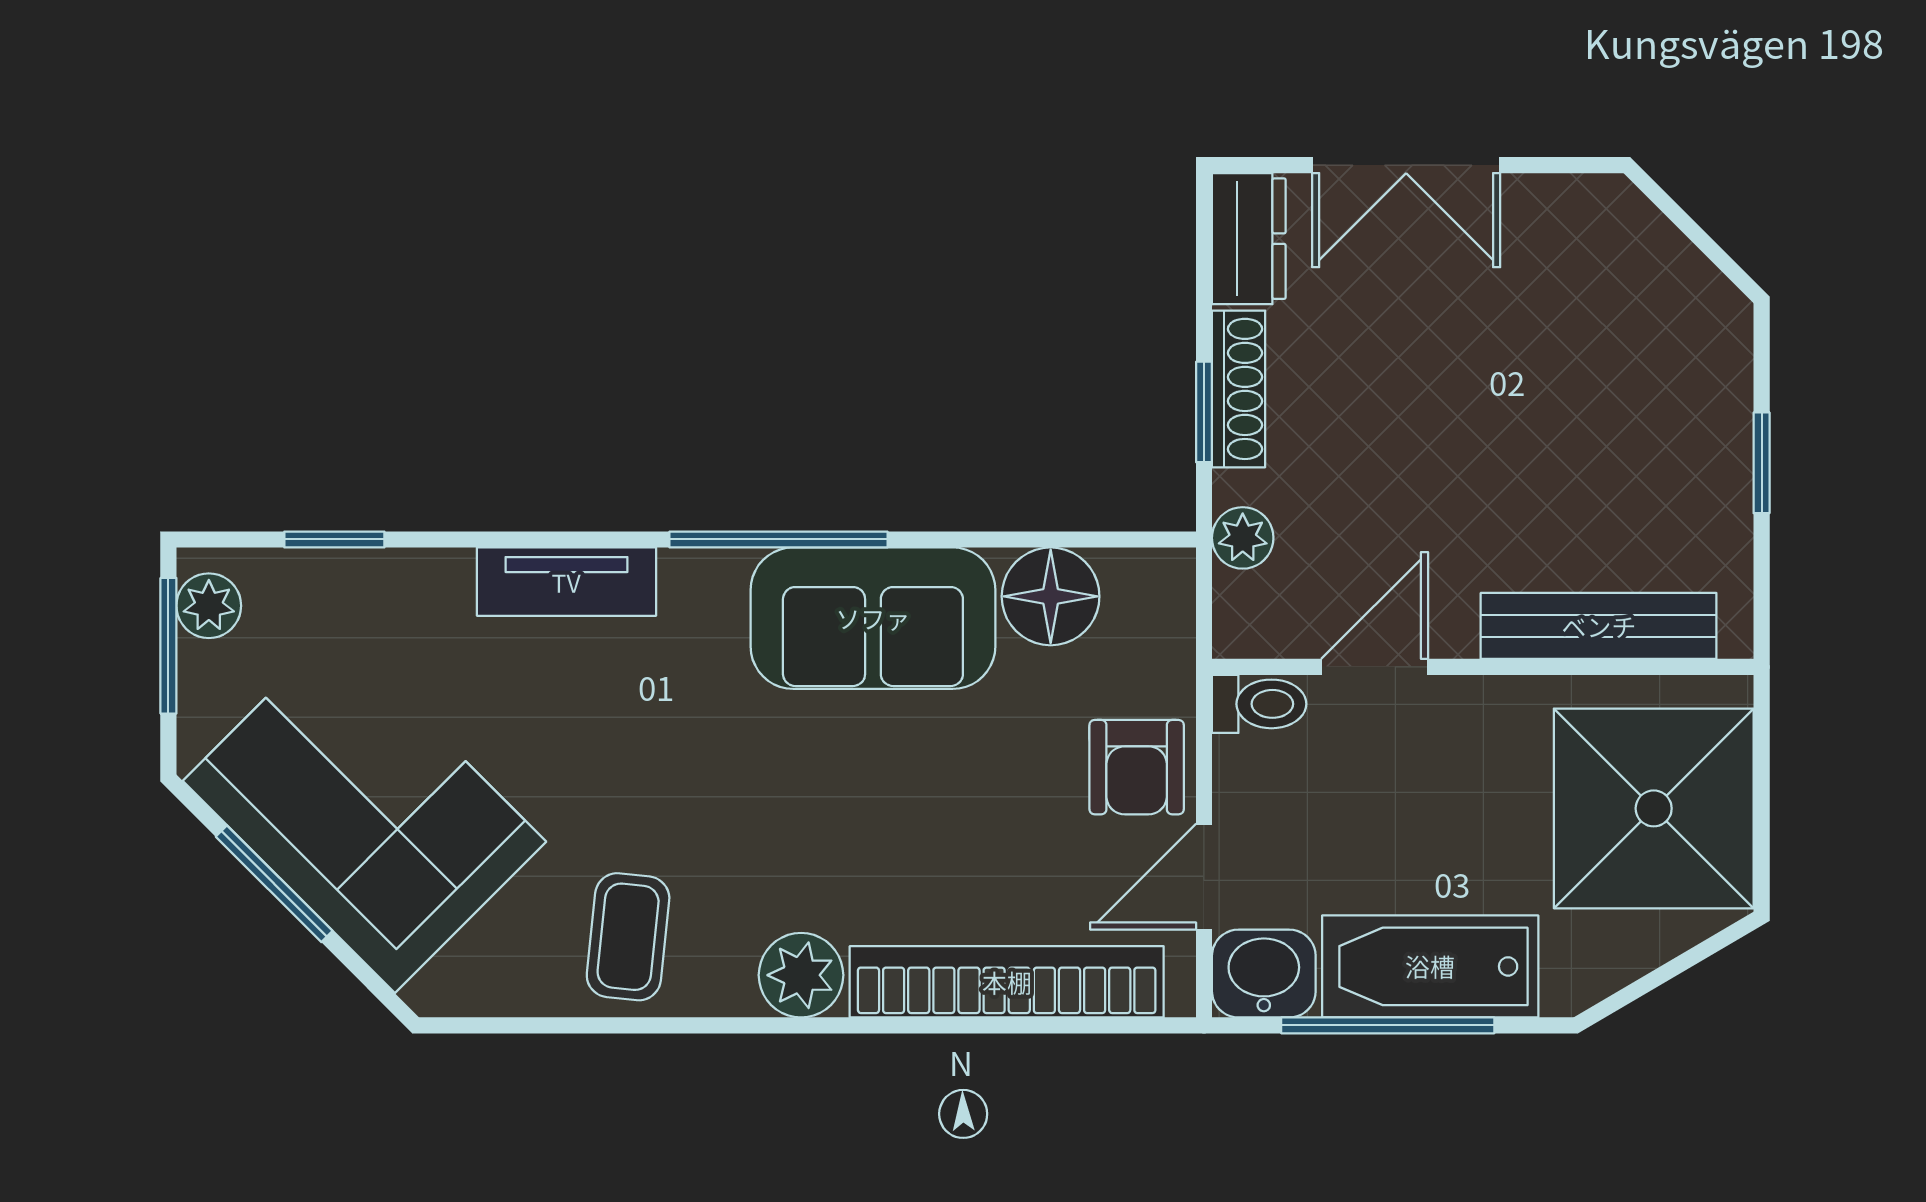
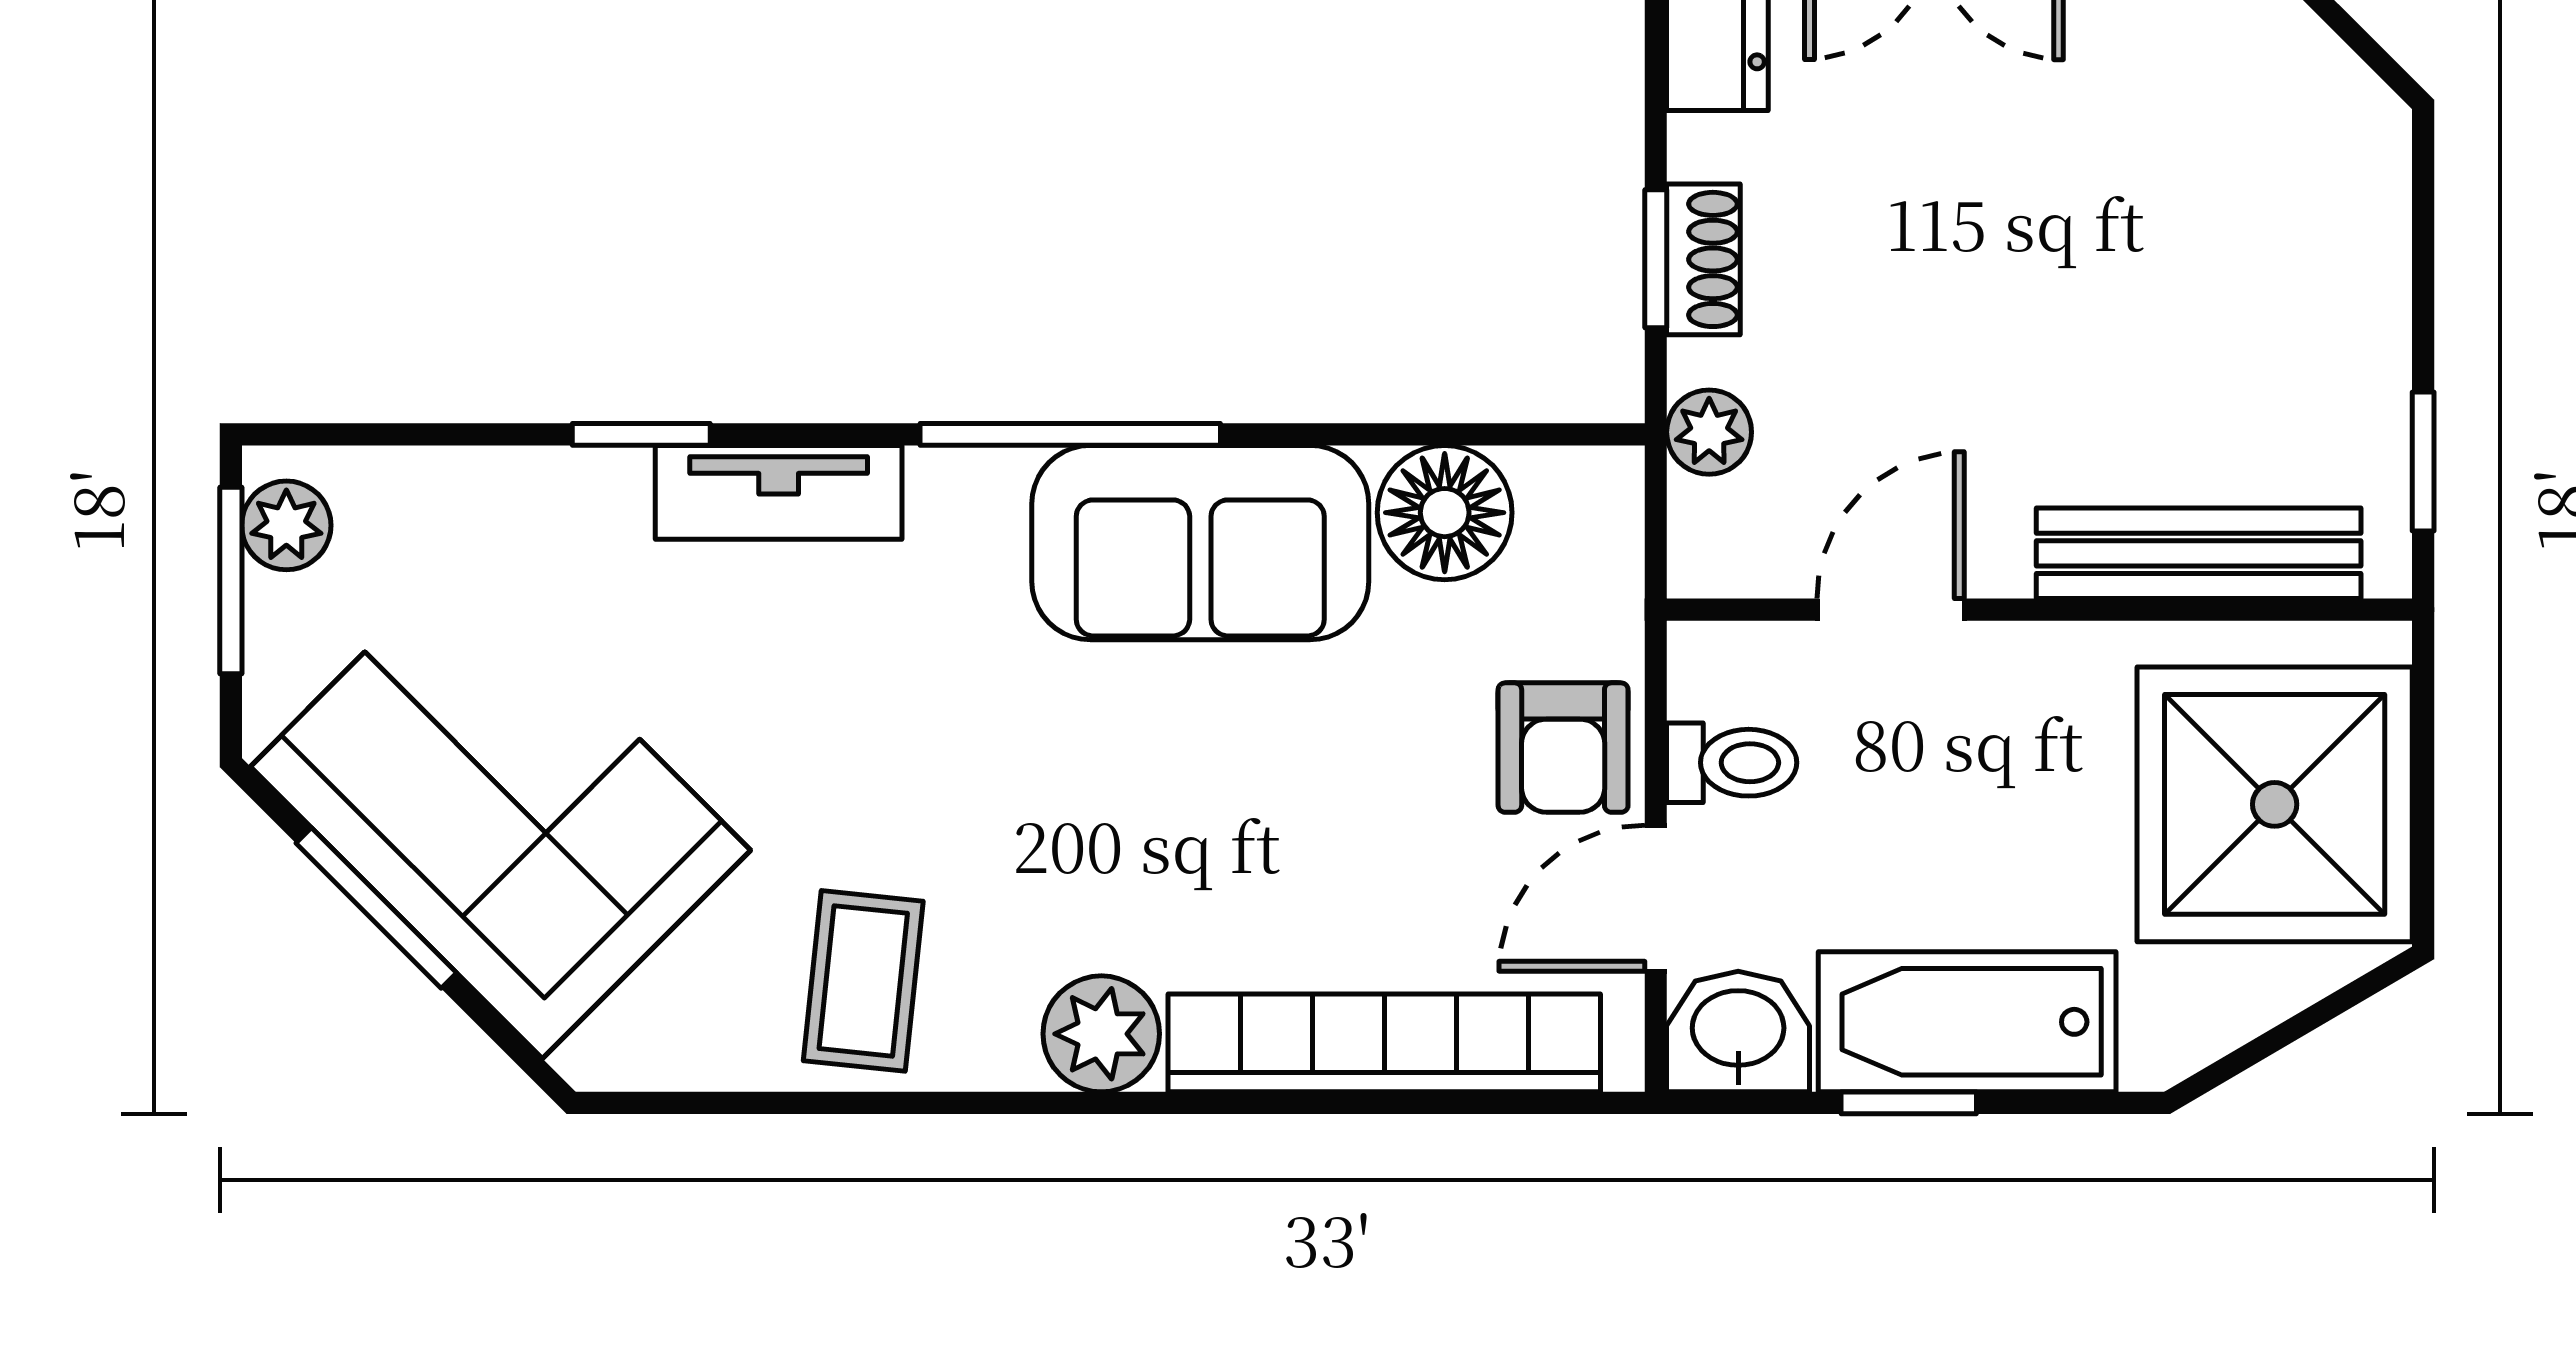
shoe rack: (1239, 389) -> (1703, 259), width x0.70
window: (1762, 463) -> (2423, 462), moved
window: (334, 539) -> (641, 434), moved
toilet: (1259, 704) -> (1732, 763), moved
window: (1388, 1025) -> (1909, 1103), width x0.46

